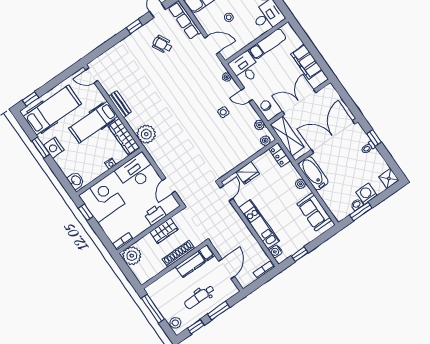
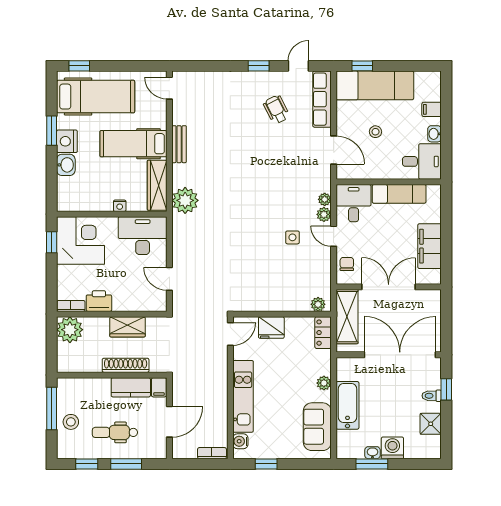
plant: (259, 125) -> (324, 214), moved
bathtub: (313, 173) -> (348, 405), moved
shower: (389, 179) -> (431, 424), moved
washbasin: (76, 180) -> (66, 165), moved
door: (169, 186) -> (169, 279), hinge flipped
printer: (155, 215) -> (99, 301), moved
stool: (175, 323) -> (71, 422), moved

